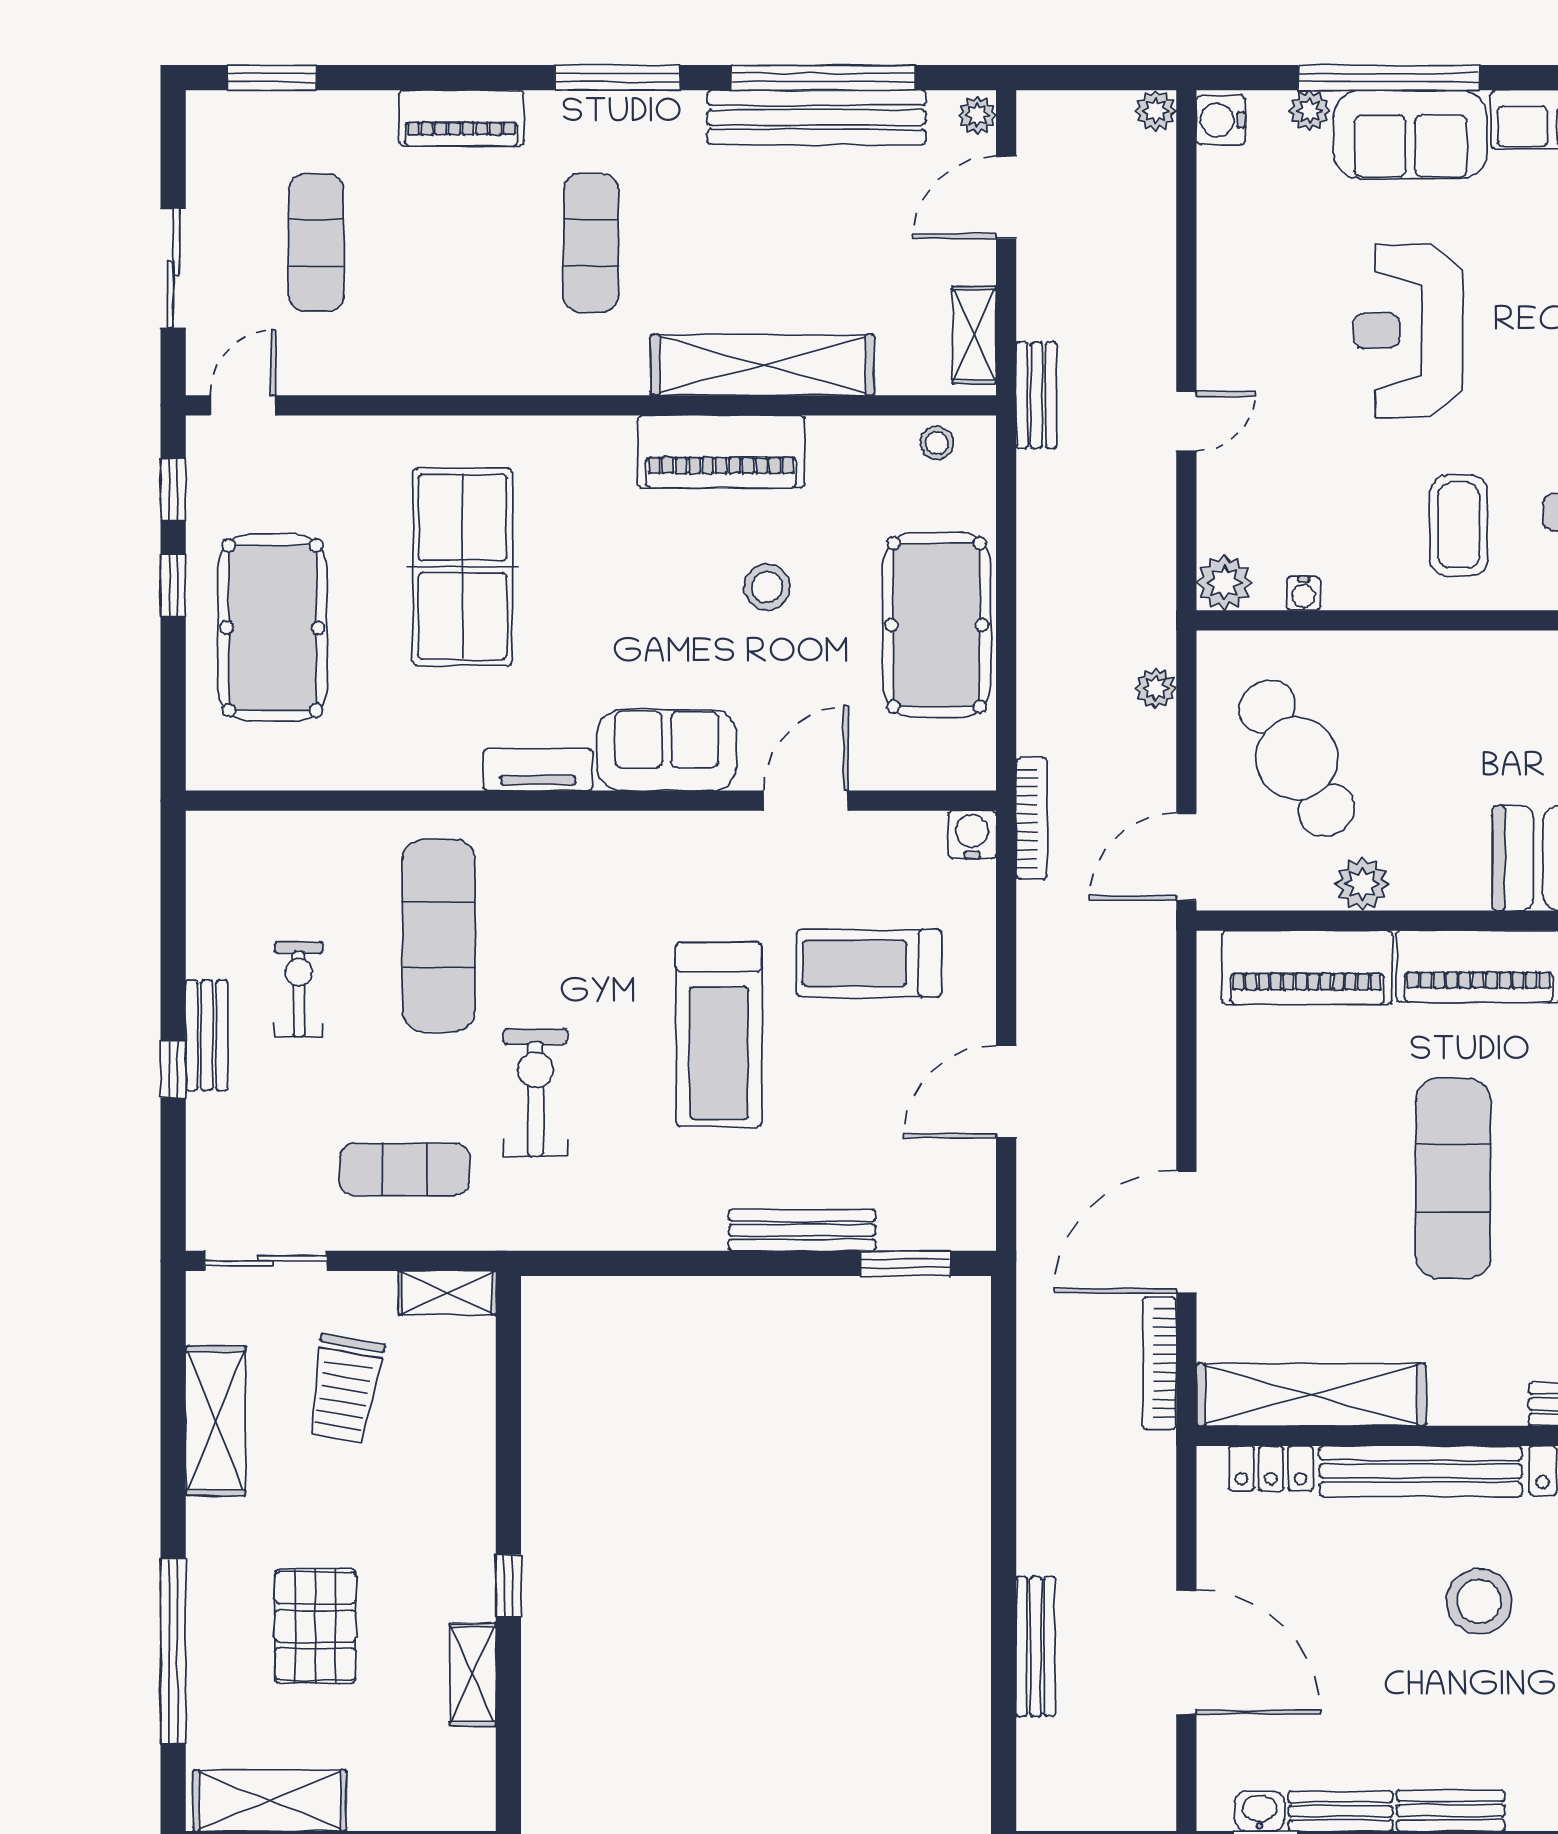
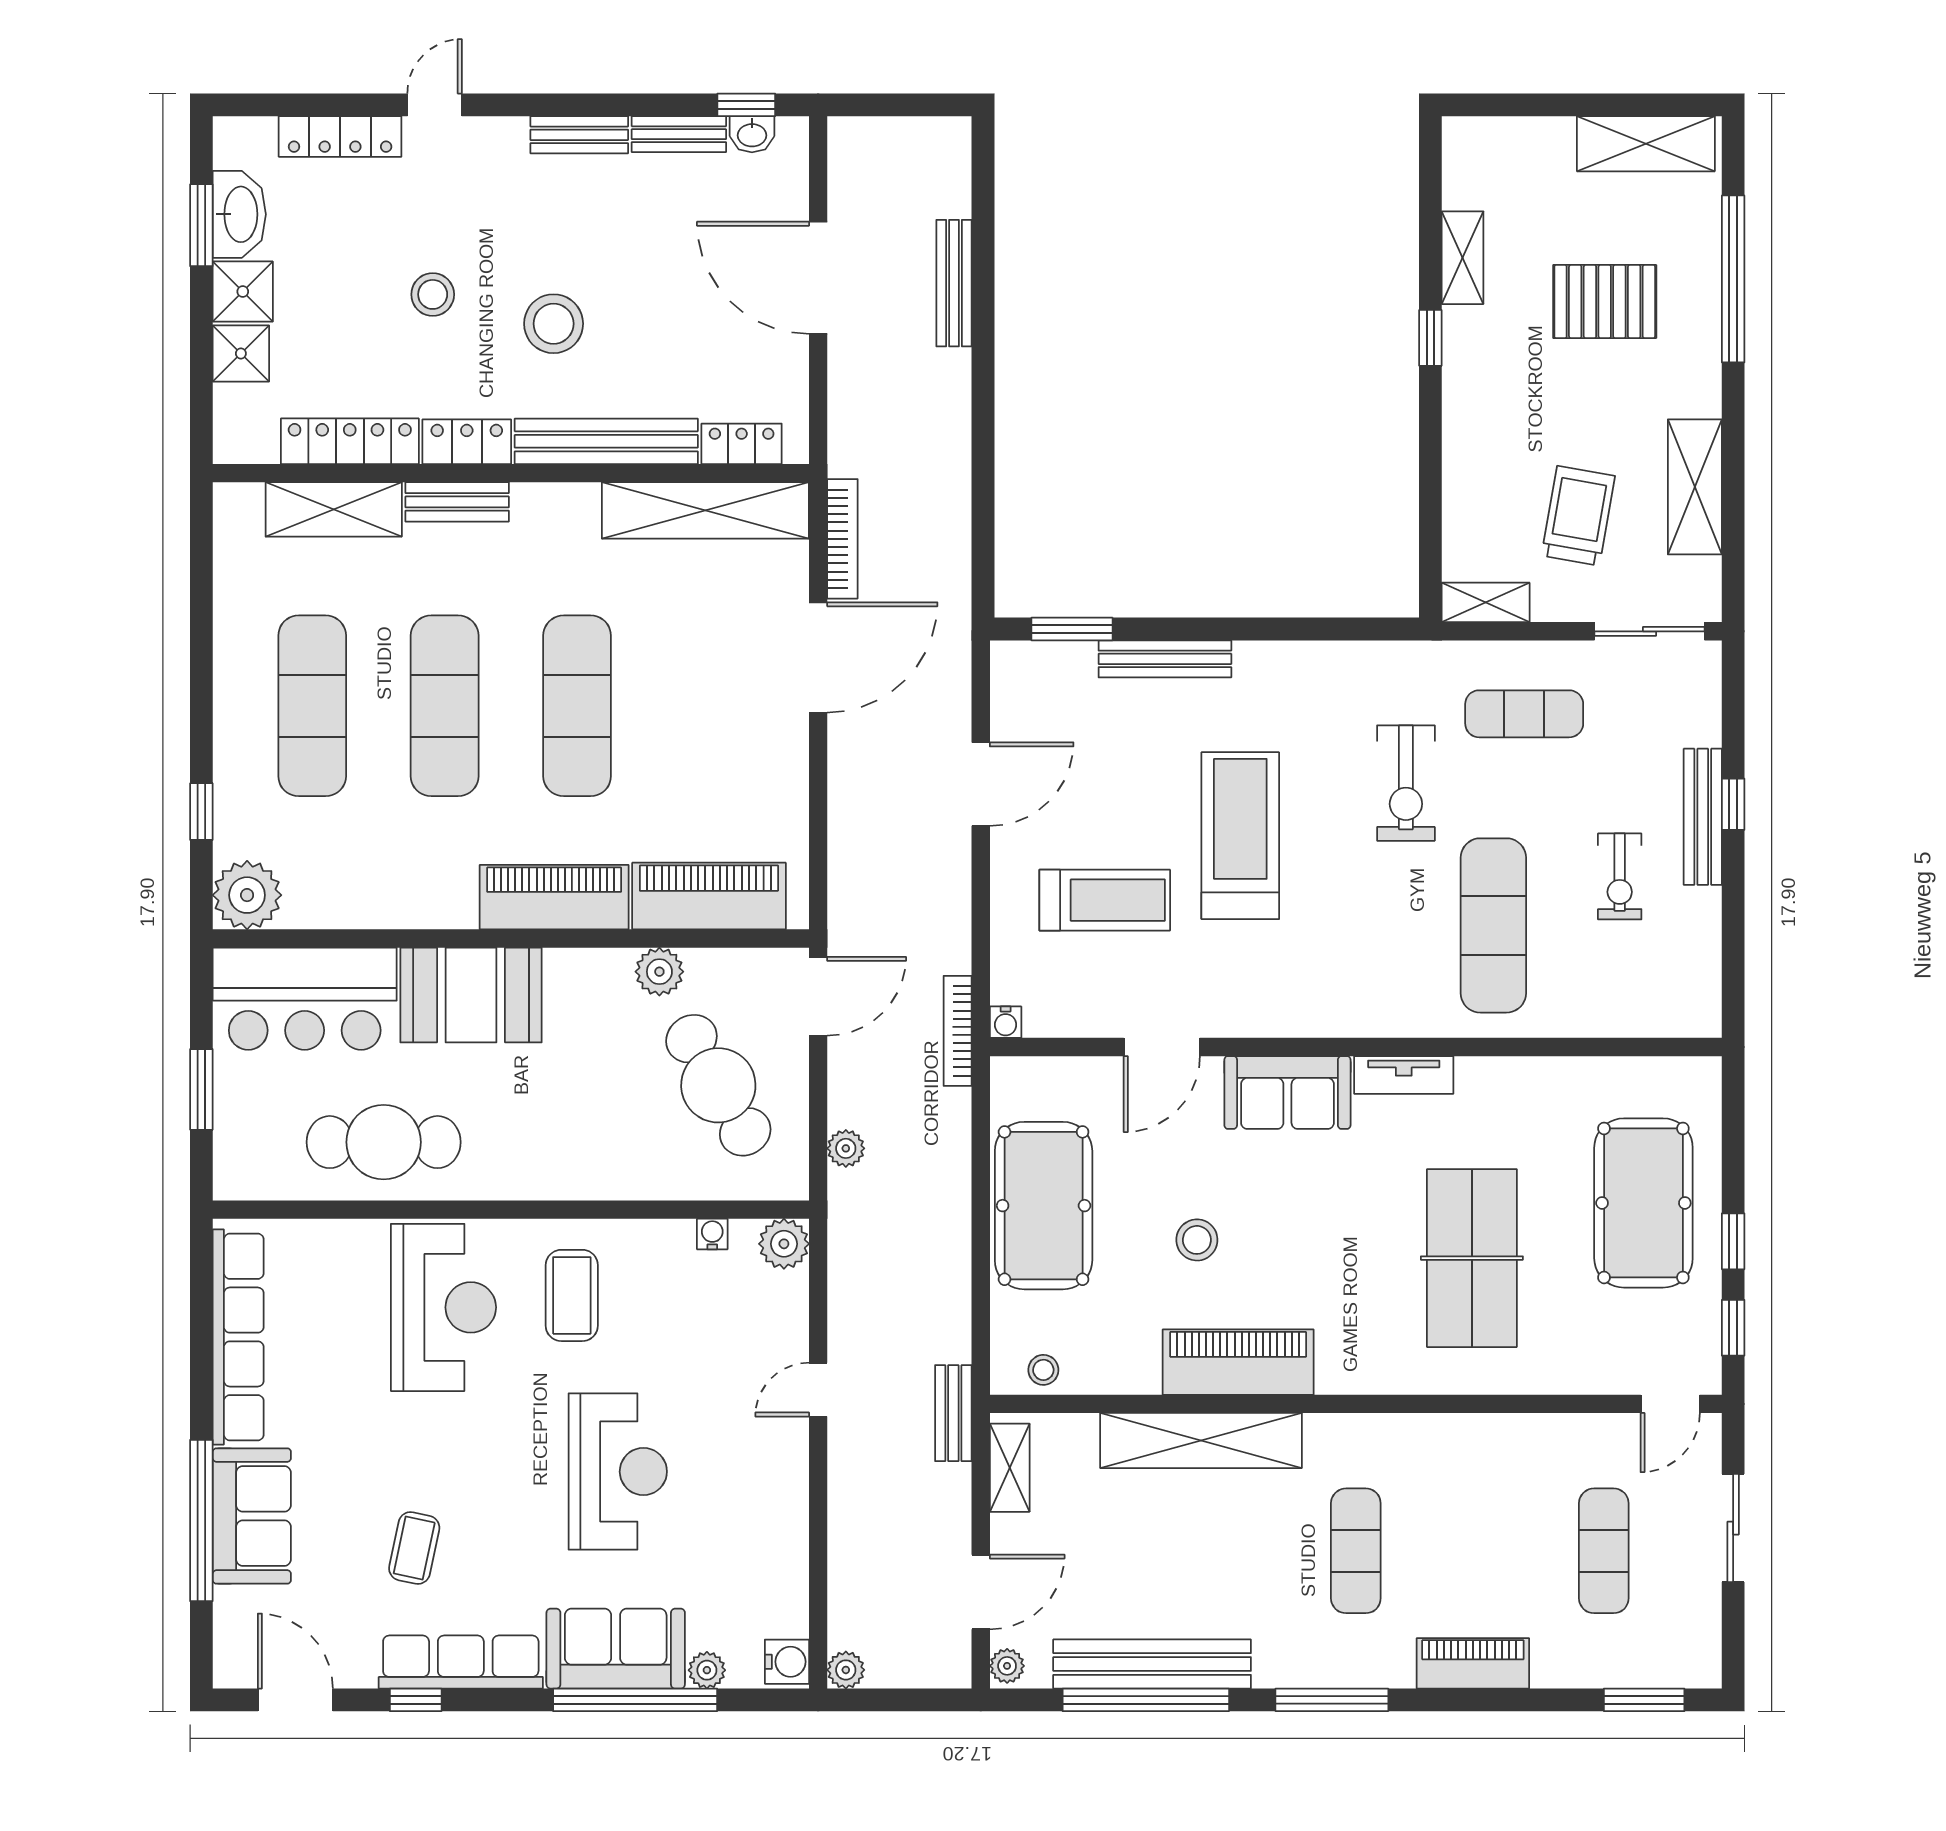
water cooler: (972, 835) -> (1006, 1022), width x0.72, depth x0.72
bench: (207, 1035) -> (1703, 817), width x1.36
pallet: (315, 1626) -> (1605, 302), turned 90

